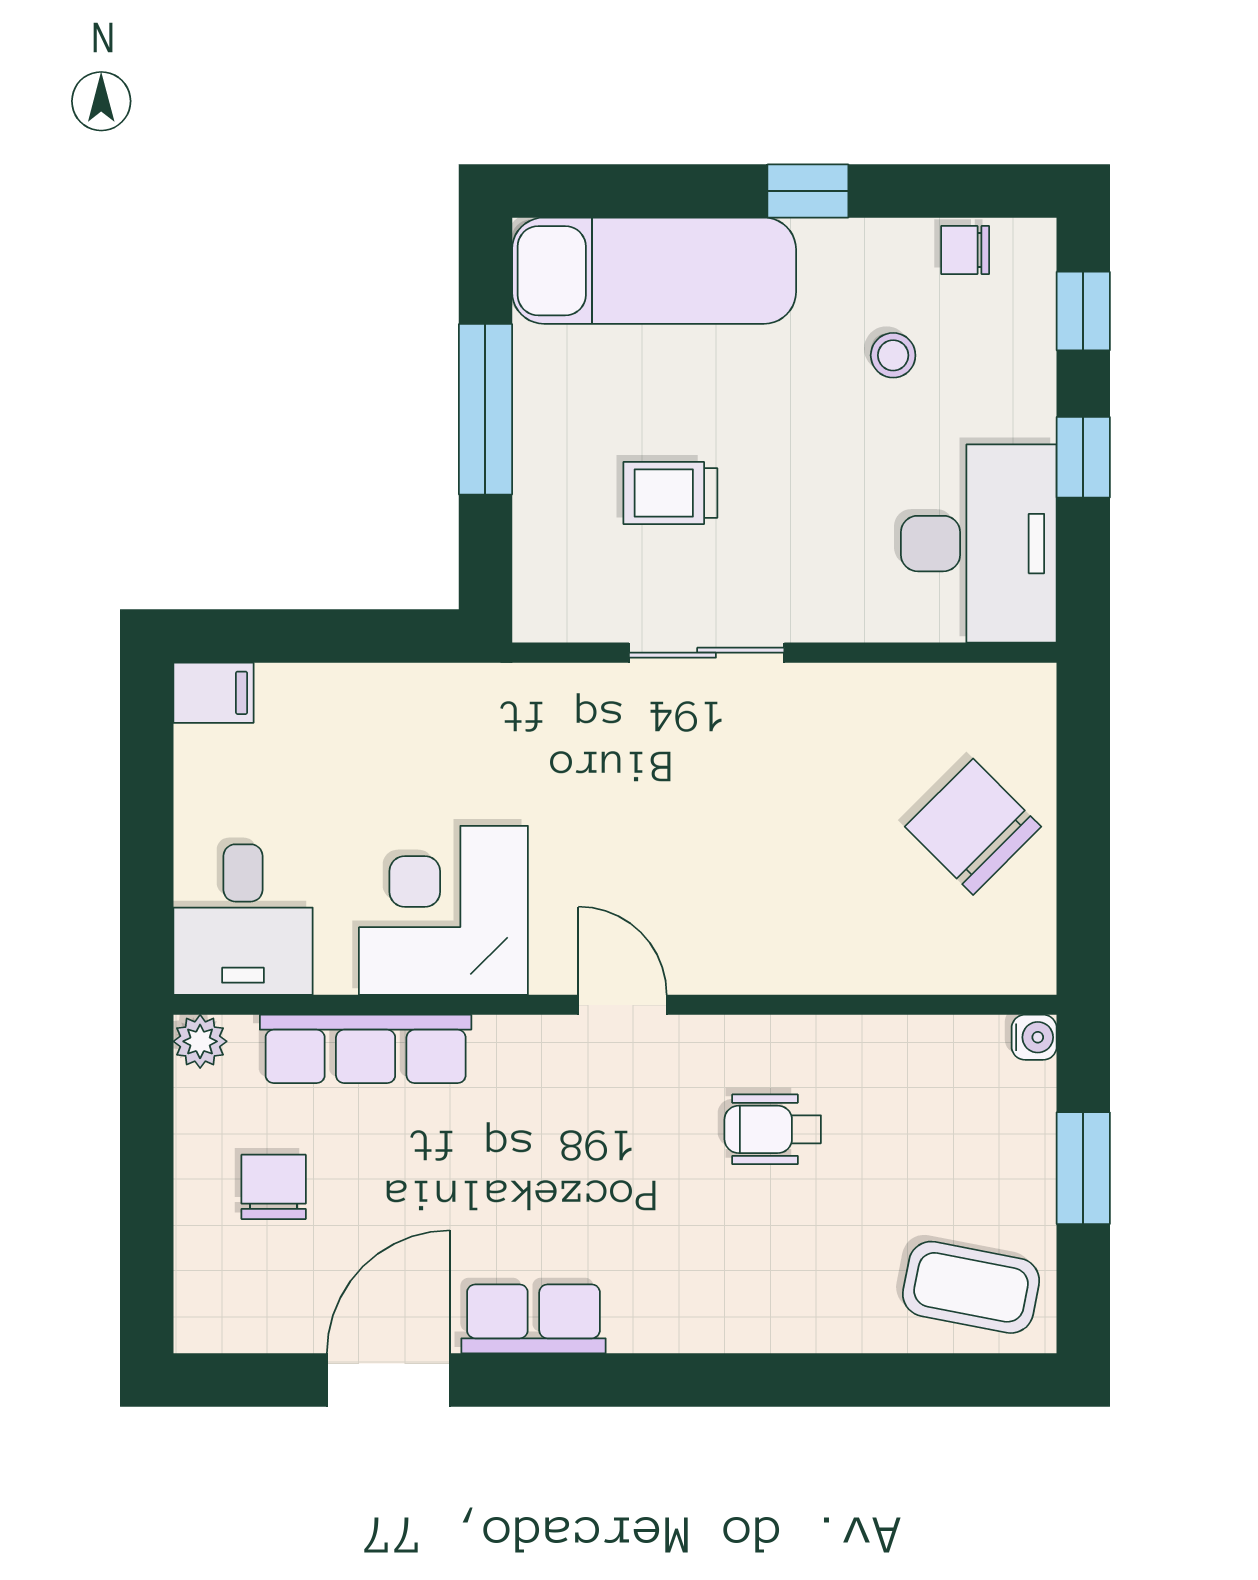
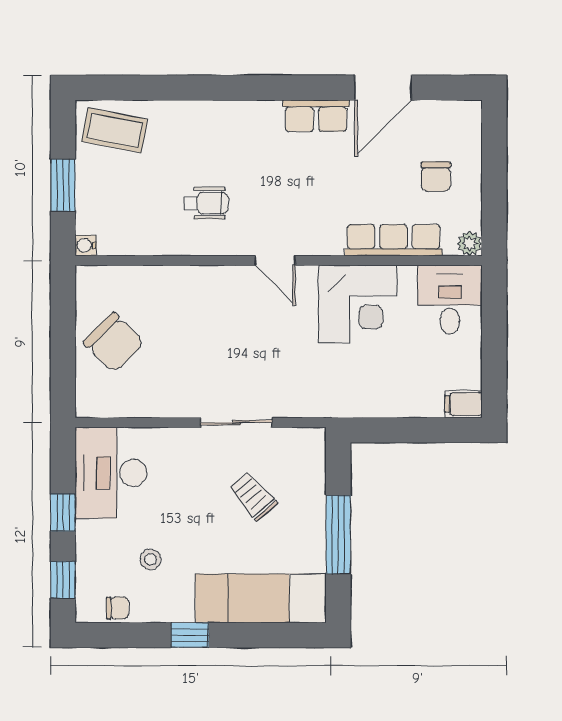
trolley: (670, 493) -> (253, 496), turned -131

